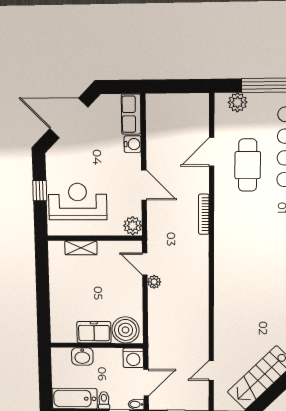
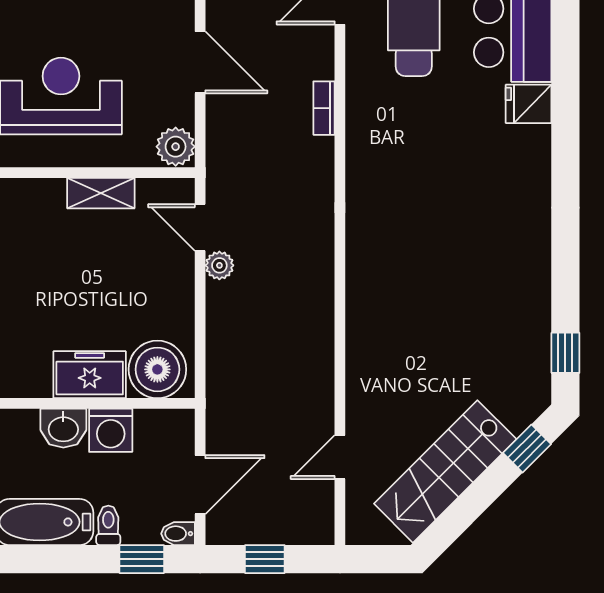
bookcase: (204, 214) -> (324, 108), width x0.64
shelving: (81, 248) -> (101, 193), moved
washing machine: (133, 358) -> (111, 430), moved

